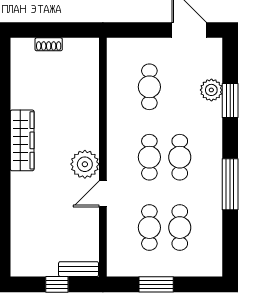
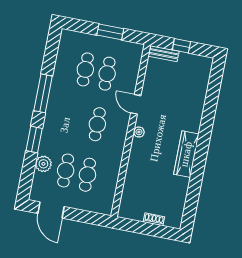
window: (230, 100) -> (34, 140), moved
cafe table: (180, 157) -> (66, 170), moved
plant: (85, 164) -> (139, 132), width x0.53, depth x0.53
door: (103, 194) -> (136, 104), swing flipped

